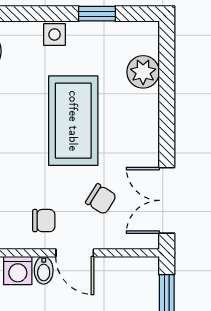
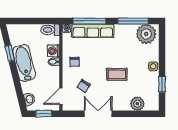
coffee table: (73, 121) -> (117, 74), width x0.54, depth x0.58
double door: (167, 200) -> (98, 114), moved
door: (75, 253) -> (61, 96), moved

